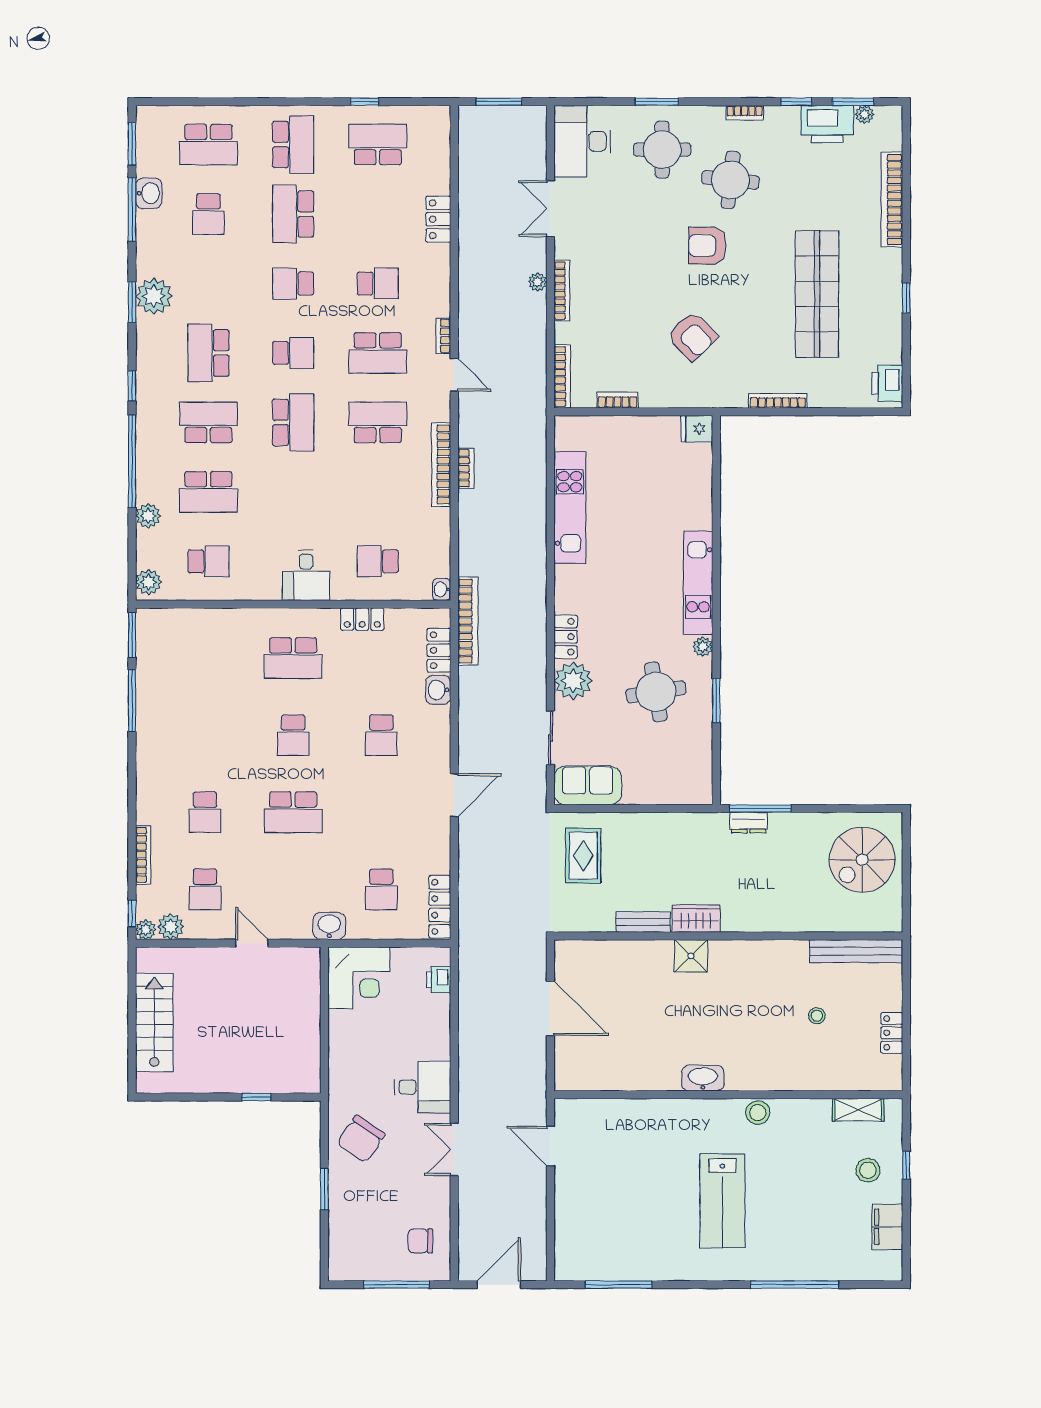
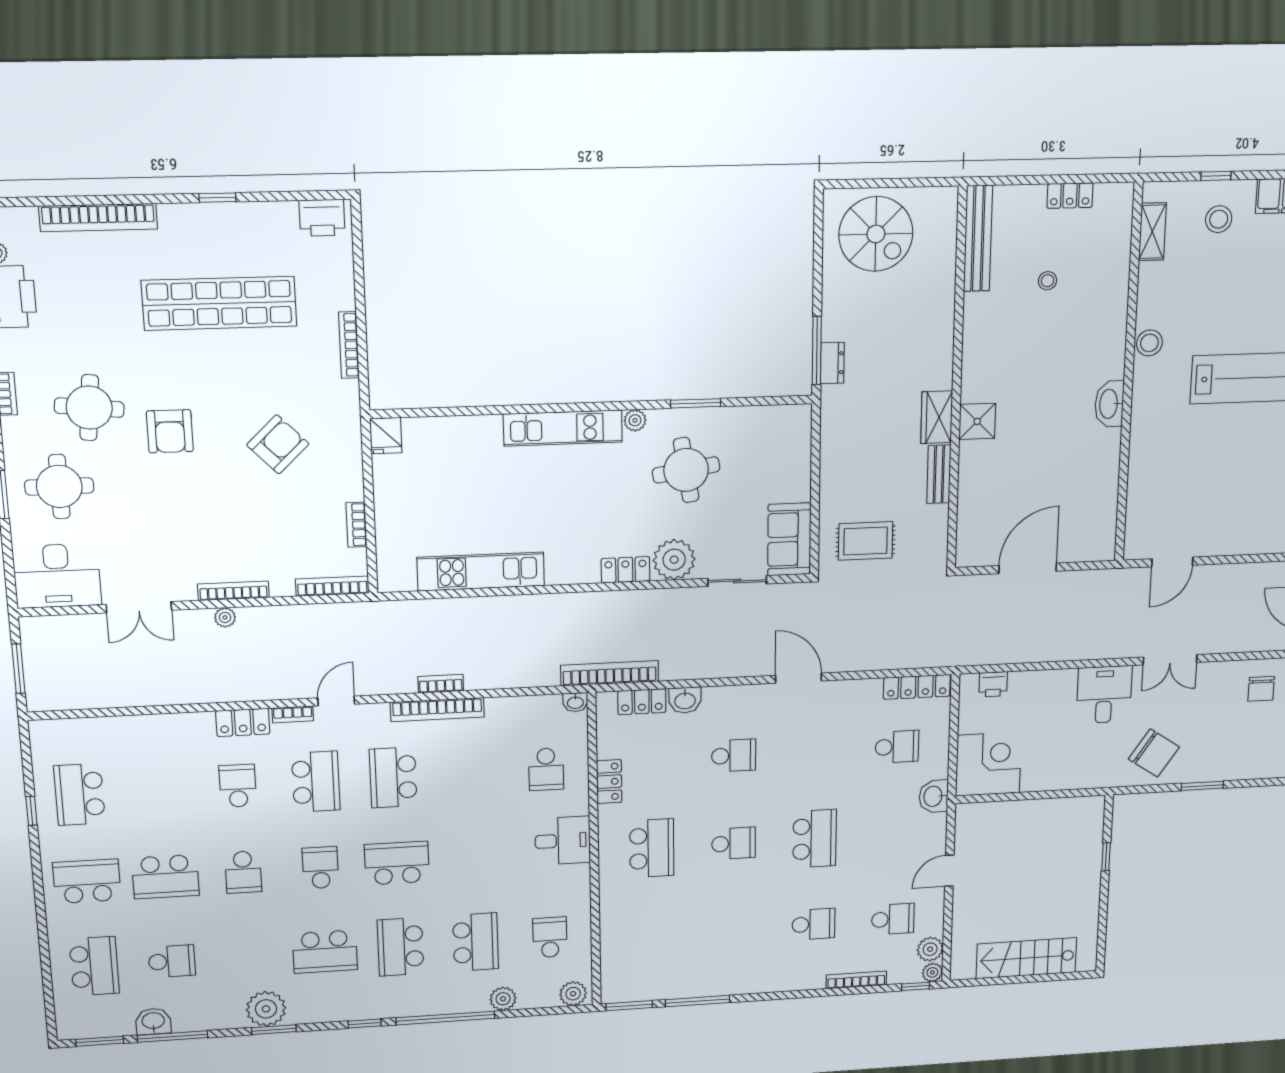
locker: (438, 219) -> (243, 722), moved

